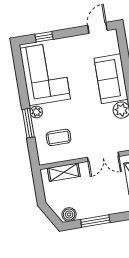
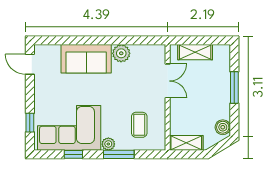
window: (21, 82) -> (73, 154), added
shelving: (64, 172) -> (186, 143), moved, turned 90
window: (95, 221) -> (234, 87), moved

